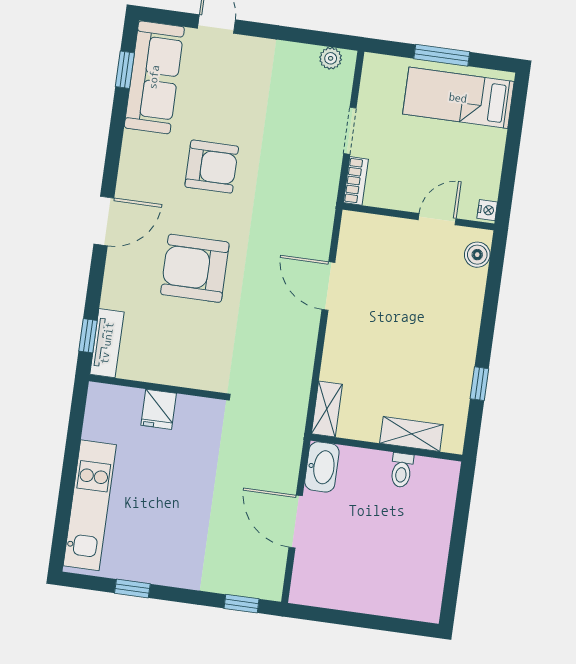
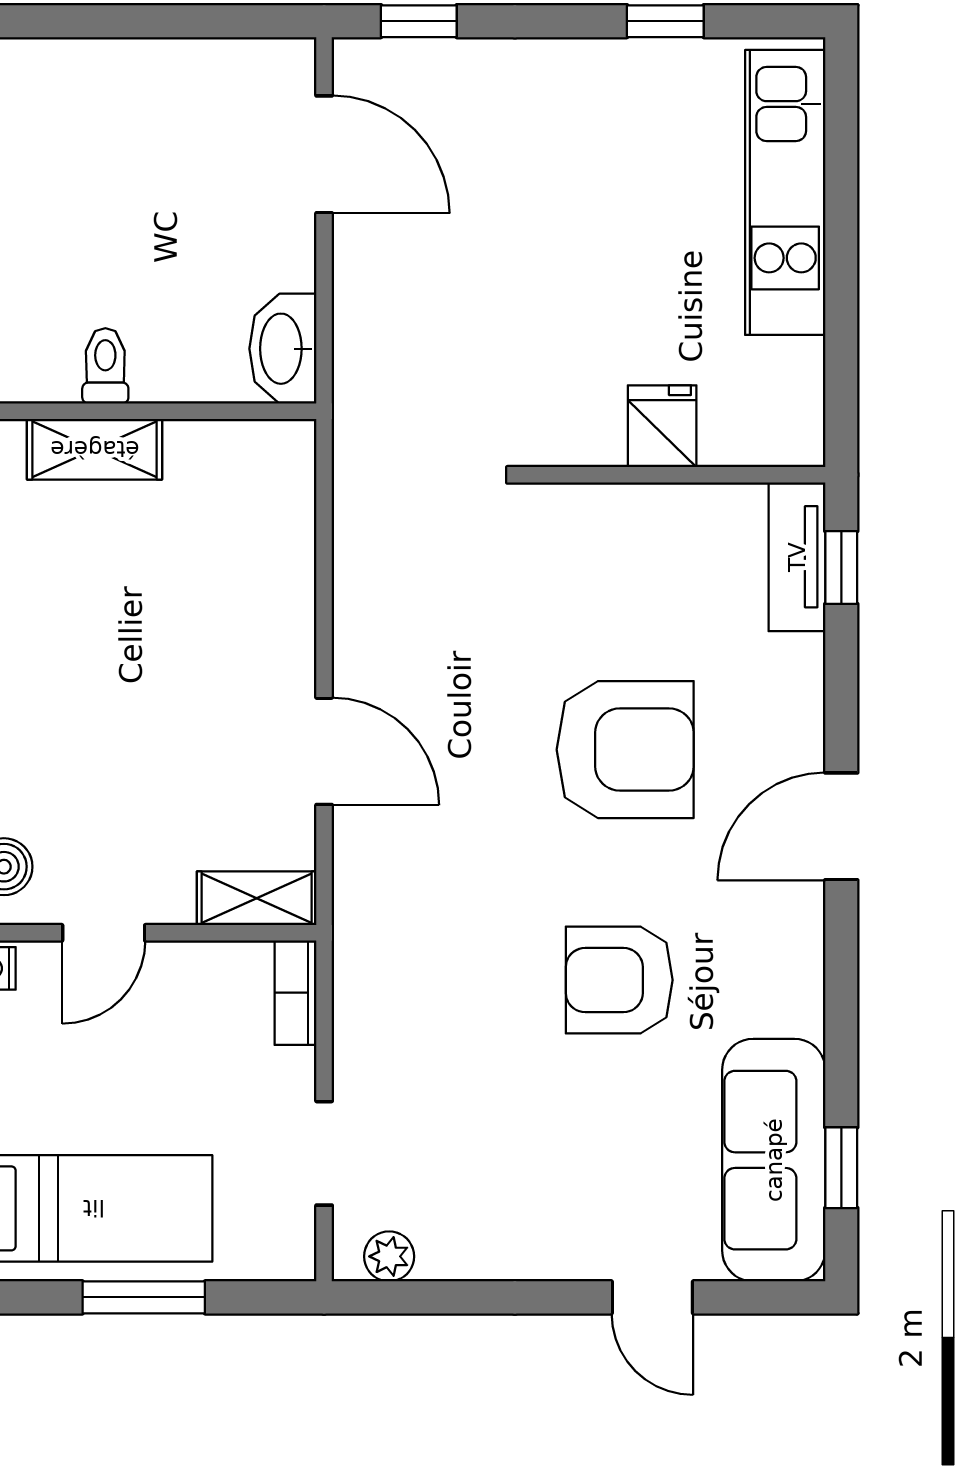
doorway: (350, 131) -> (324, 1153), moved
shelving: (327, 409) -> (257, 898), moved, turned 90
door: (296, 522) -> (324, 154), moved

